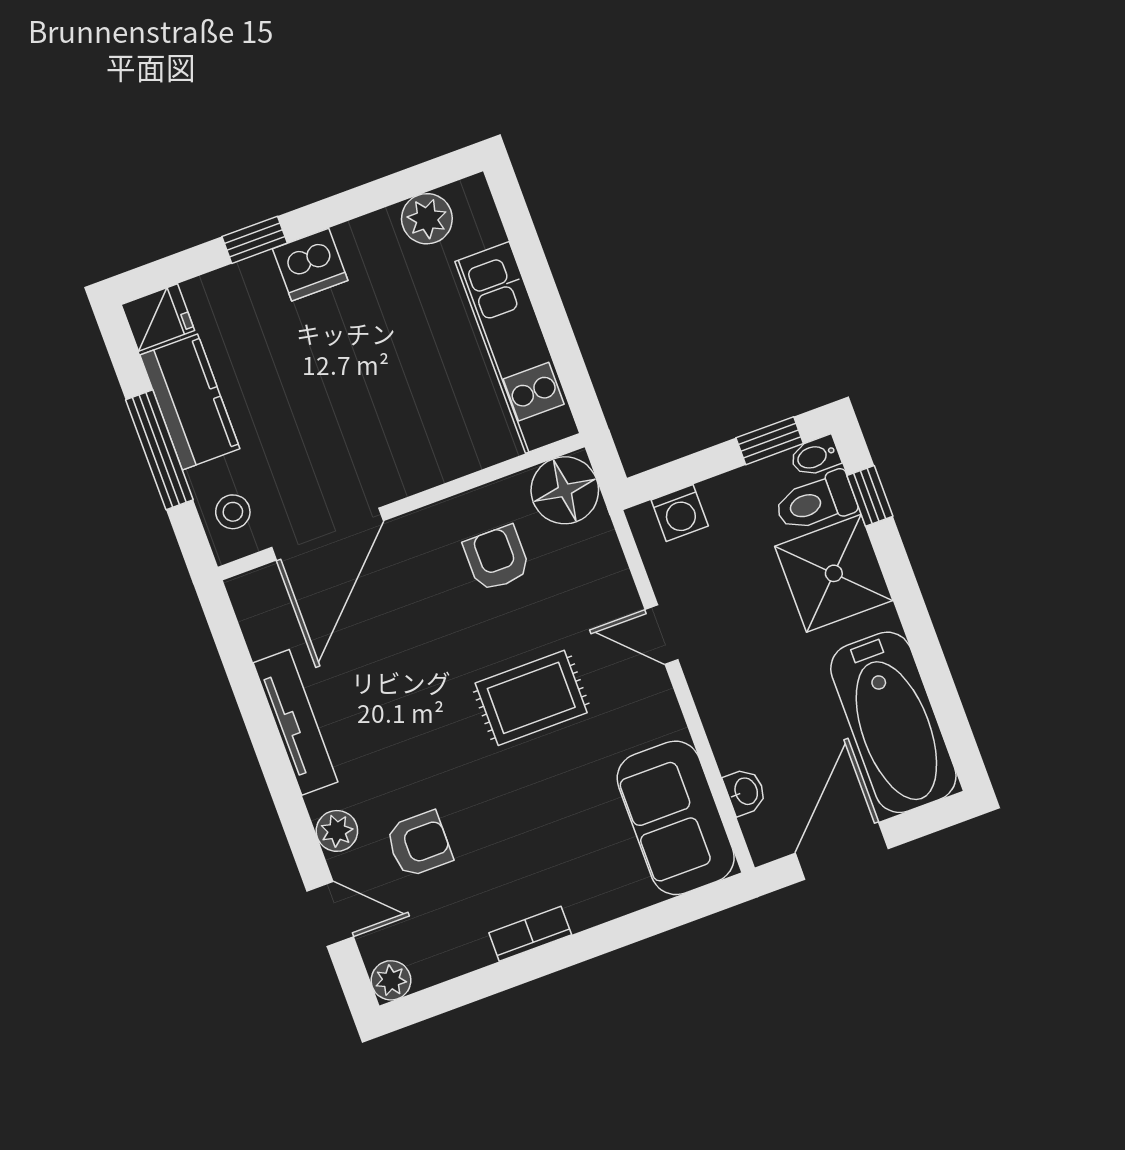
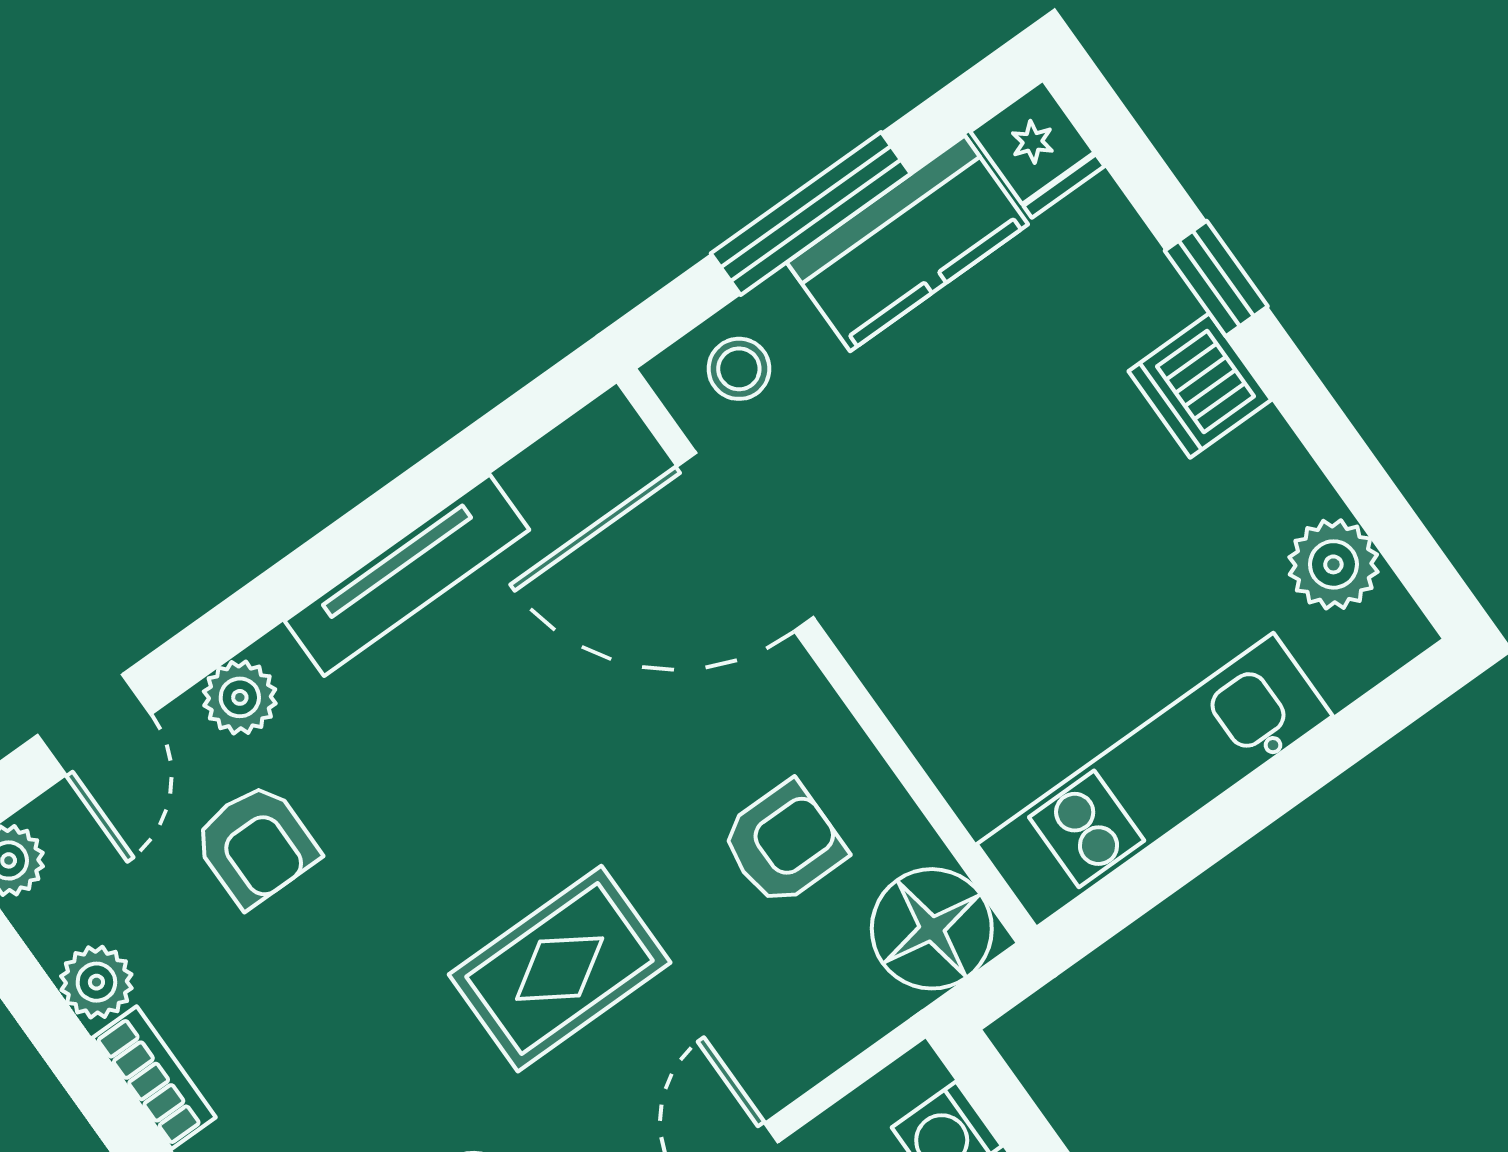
rug: (531, 698) -> (560, 969), turned 90
plant: (470, 951) -> (96, 982), added

